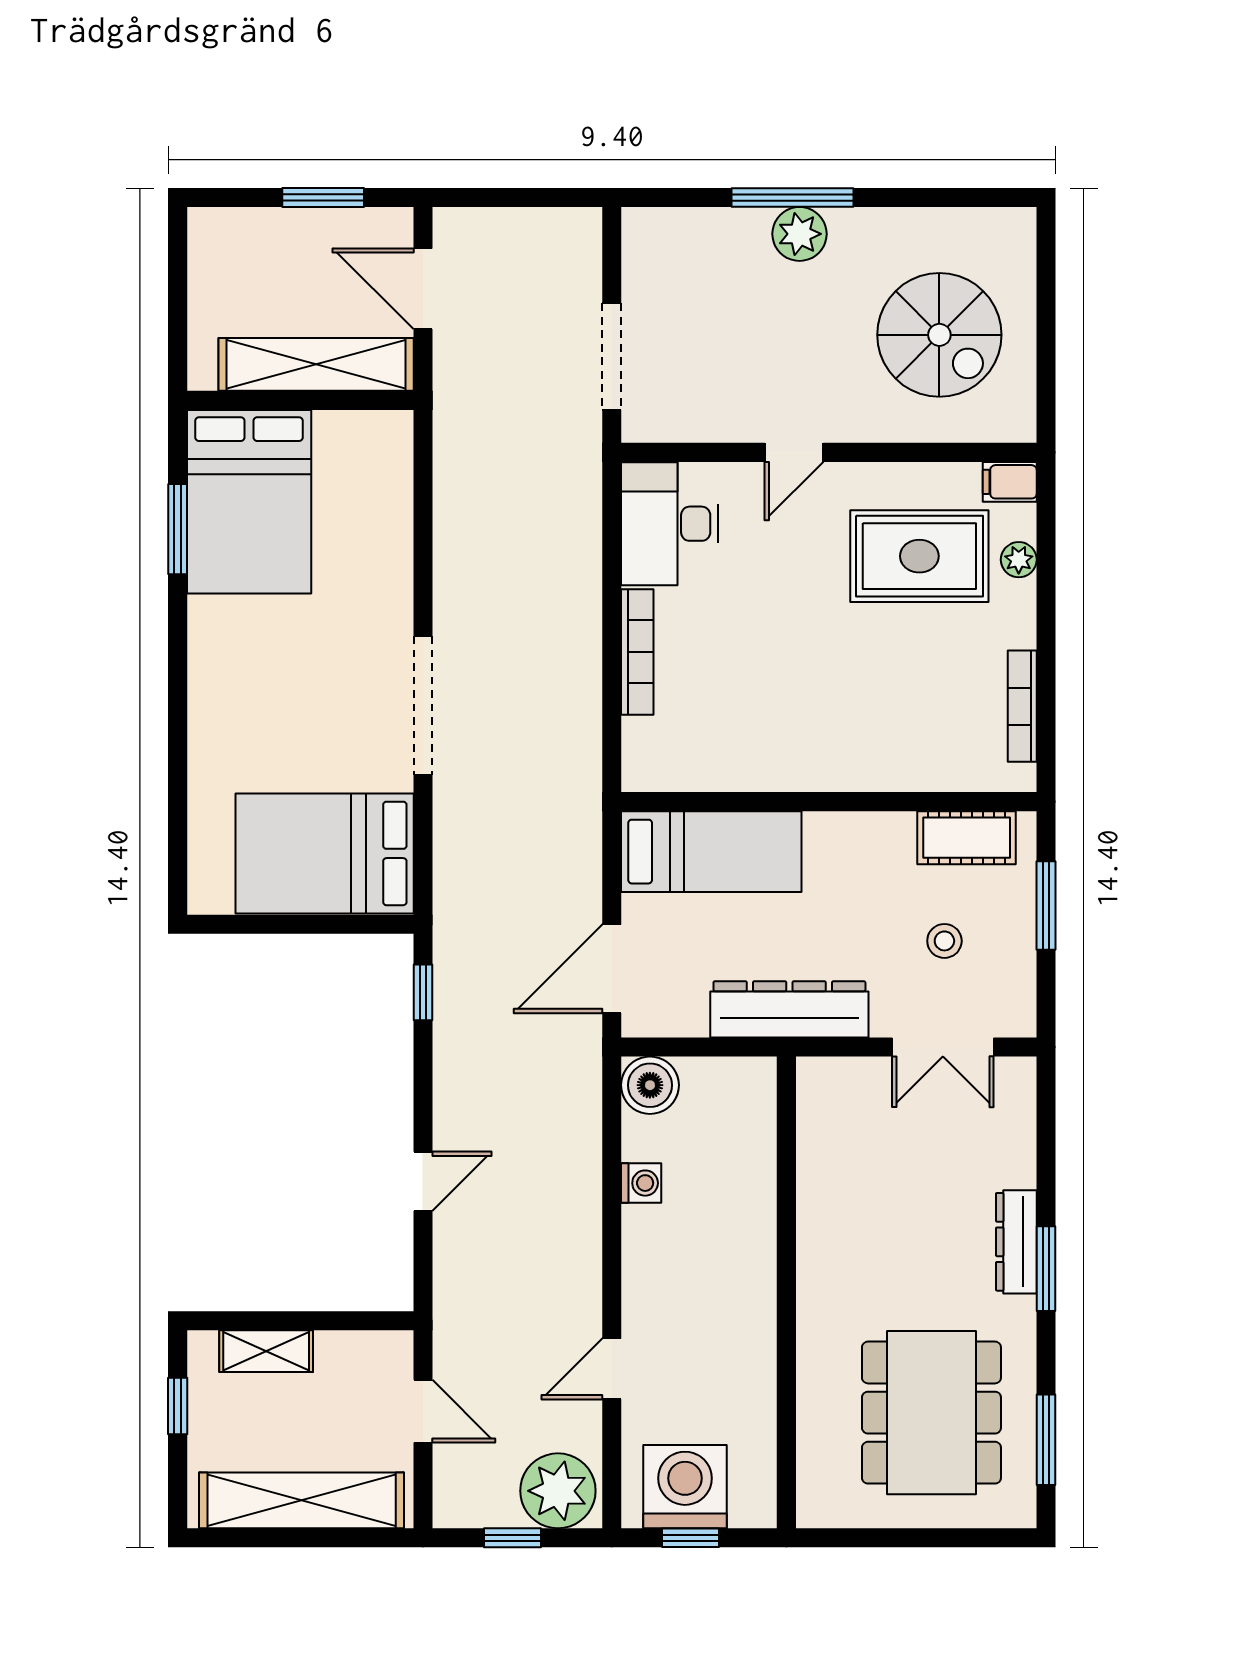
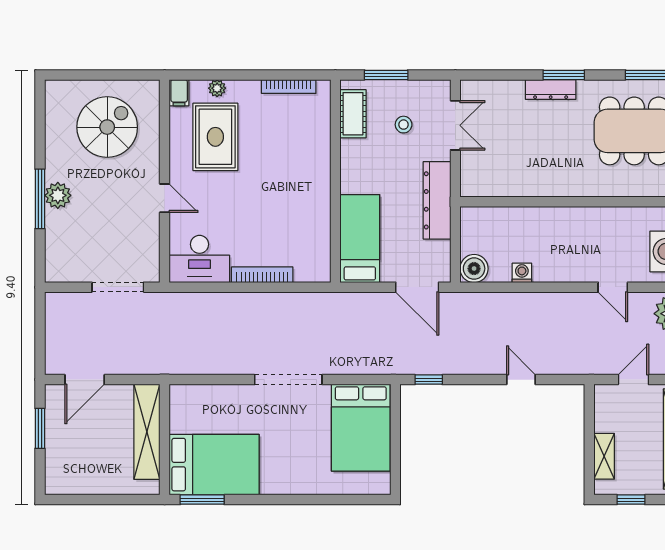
shelving: (316, 364) -> (147, 432), moved
wall: (300, 400) -> (165, 440), moved
bed: (249, 502) -> (214, 465), moved

